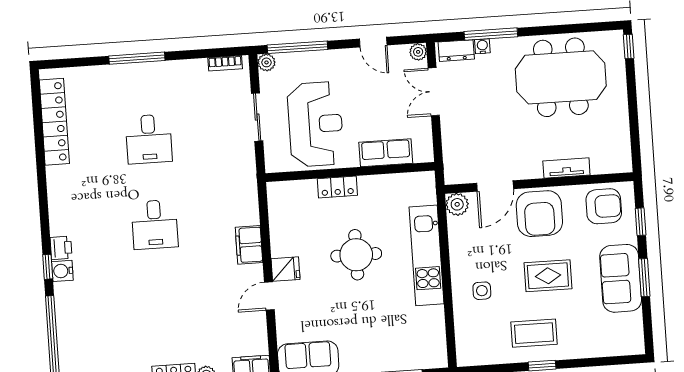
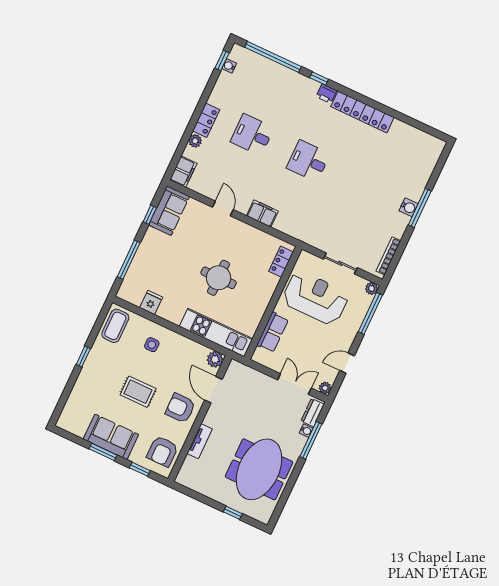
window: (629, 47) -> (233, 513), moved
bookcase: (225, 63) -> (388, 256), width x1.56
locker: (54, 122) -> (362, 112), moved
reception desk: (315, 124) -> (315, 298), turned 180
desk: (149, 139) -> (252, 135), moved
locker: (337, 187) -> (281, 262), moved
armchair: (539, 214) -> (180, 408), width x0.73, depth x0.73
kitchen unit: (427, 255) -> (216, 333), moved
fridge: (286, 269) -> (151, 303), moved, turned 180
water cooler: (62, 271) -> (409, 207), moved, turned 90
rug: (548, 276) -> (138, 392), turned 90
coffee table: (534, 333) -> (115, 326), moved

